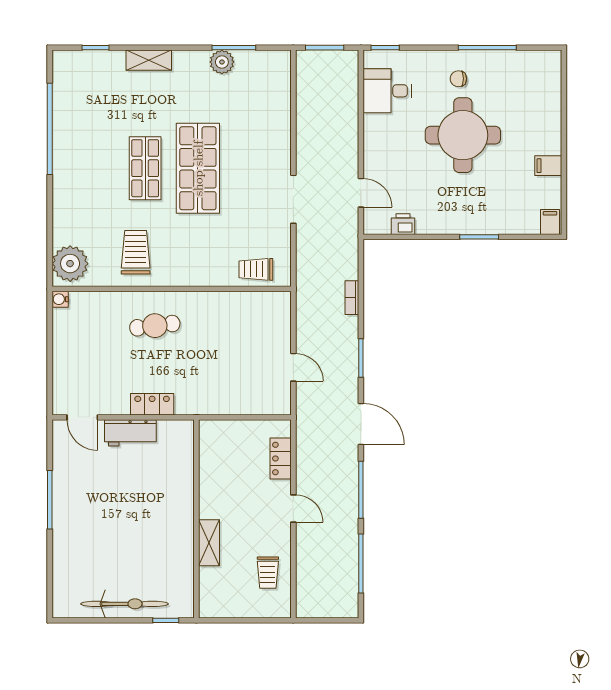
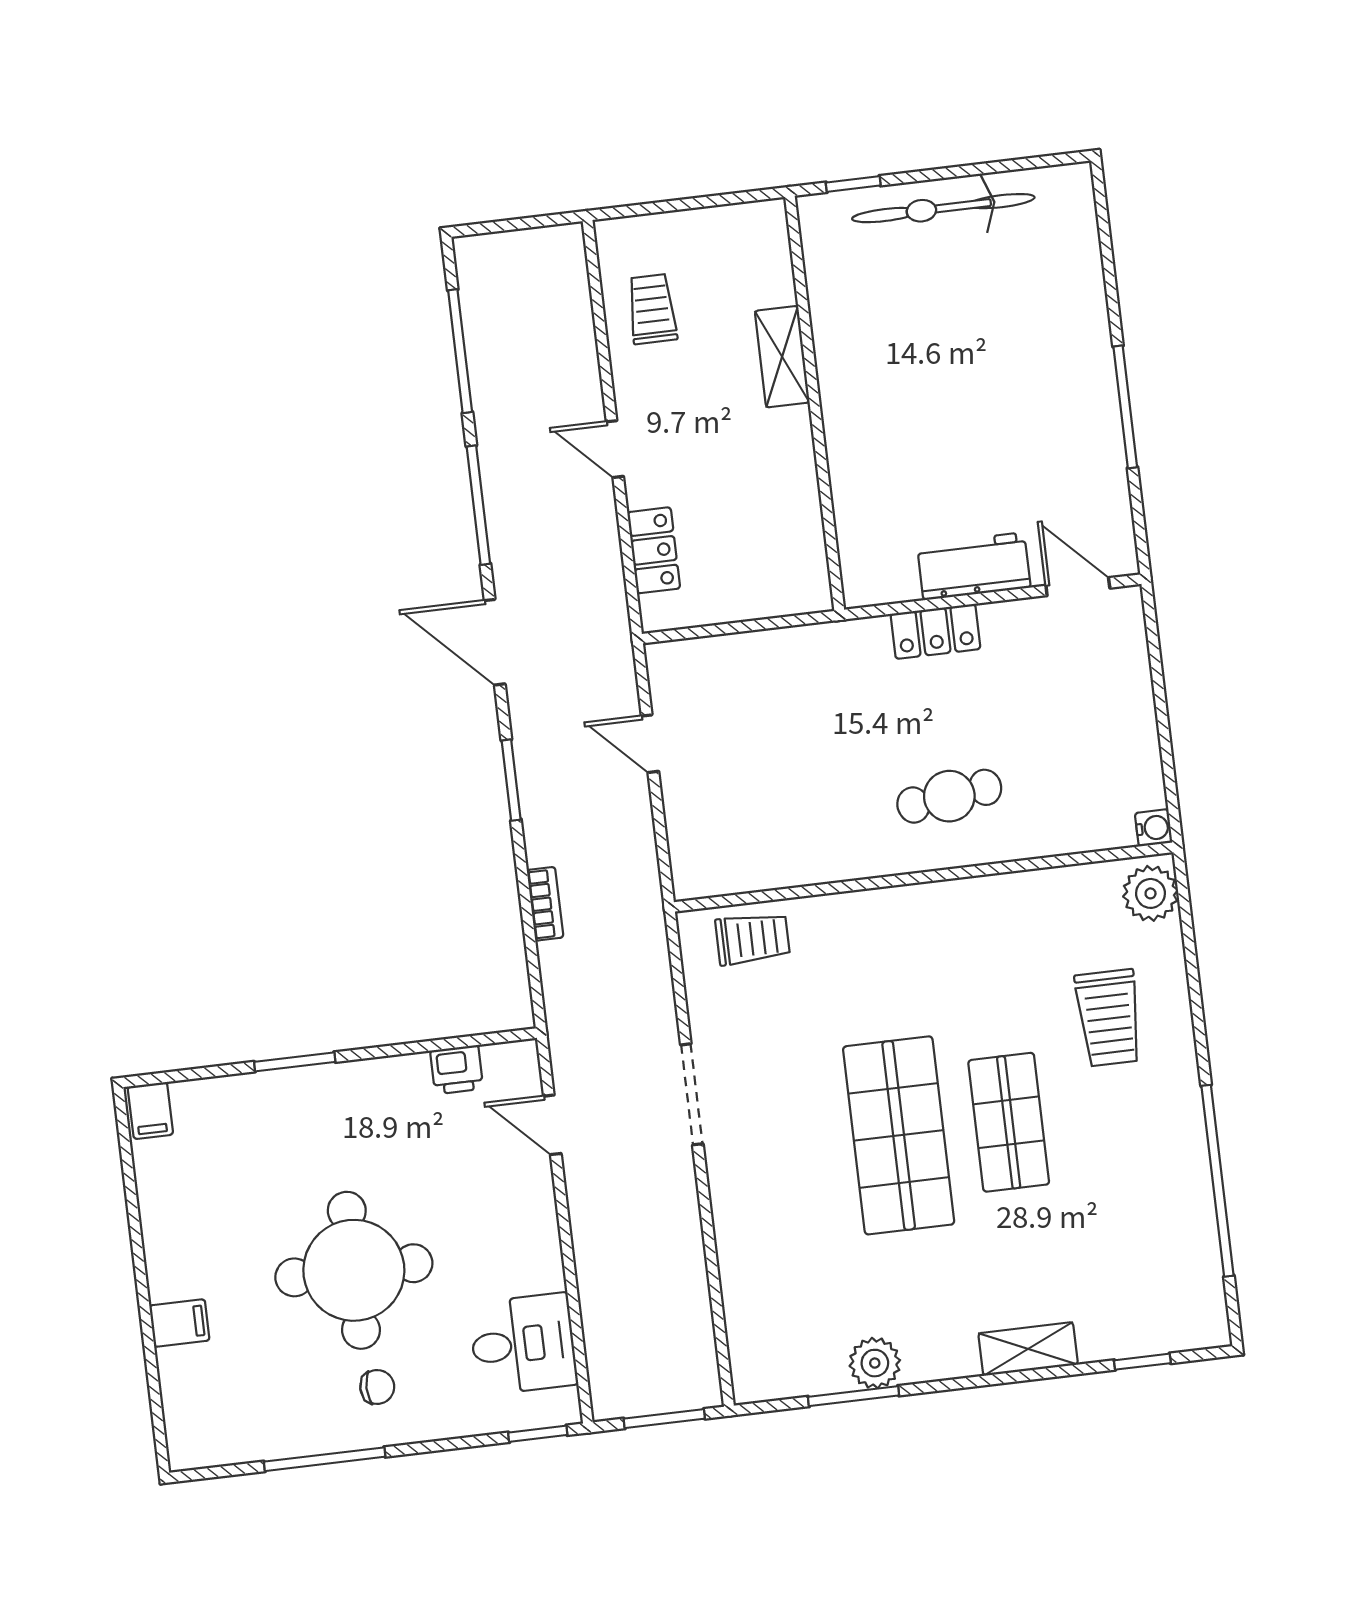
filing cabinet: (548, 166) -> (179, 1323), moved
trolley: (136, 252) -> (1109, 1018), moved
plant: (70, 264) -> (1151, 893), width x0.73, depth x0.73

